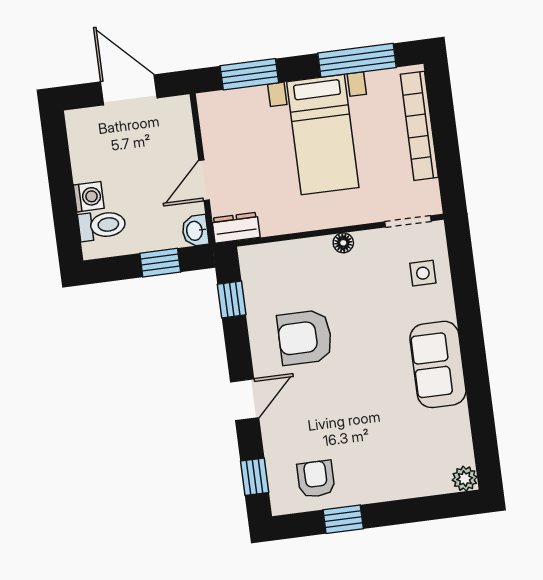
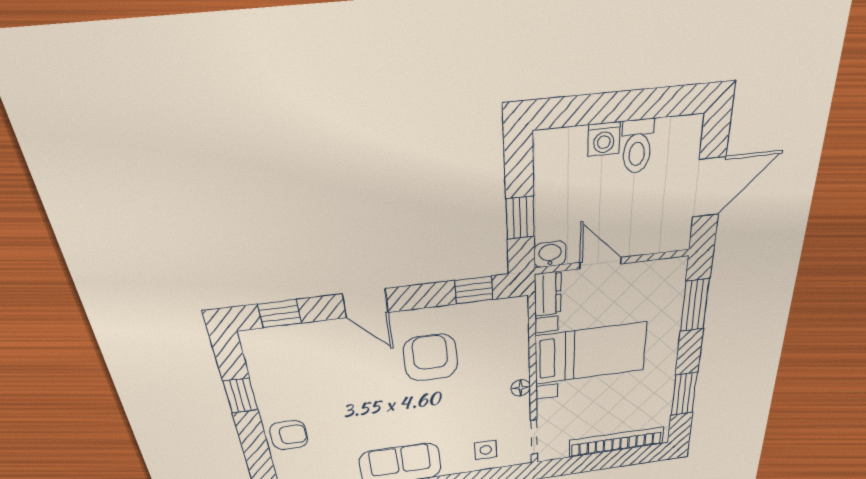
window: (357, 60) -> (684, 394), width x0.69
bed with nightstands: (323, 135) -> (591, 353), moved, turned 180
toilet: (102, 225) -> (637, 146), moved
armchair: (316, 479) -> (289, 435), moved

